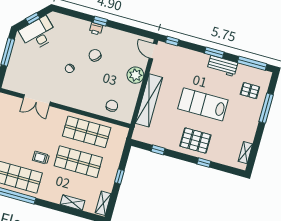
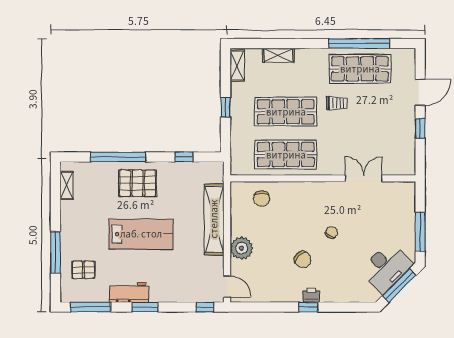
window: (33, 18) -> (399, 286), width x2.17
window: (204, 163) -> (118, 157), width x3.17

